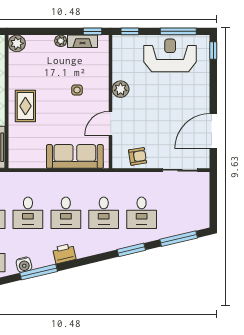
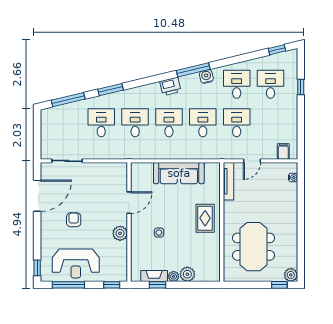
window: (93, 31) -> (157, 285), moved
plant: (17, 43) -> (187, 274), moved
sofa: (75, 156) -> (179, 173), moved
armchair: (138, 156) -> (74, 220), moved, turned 99

